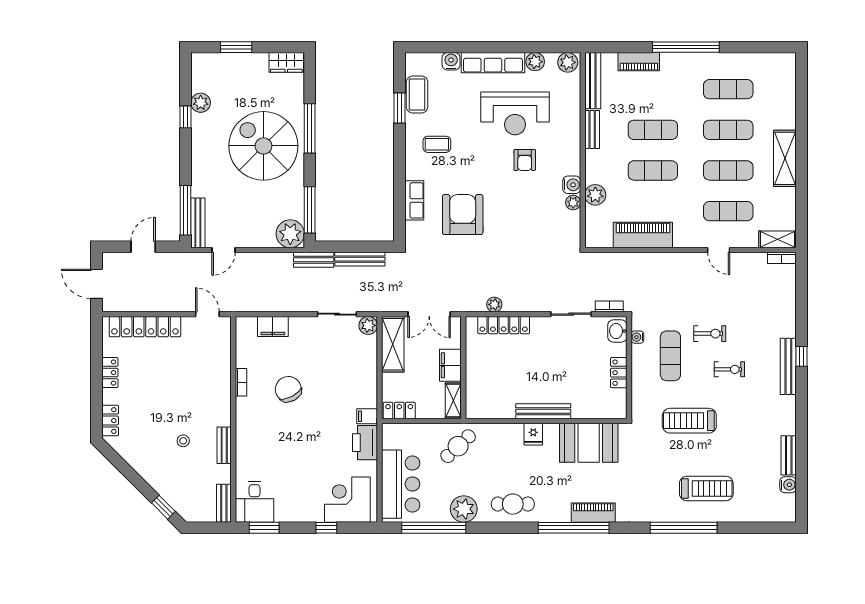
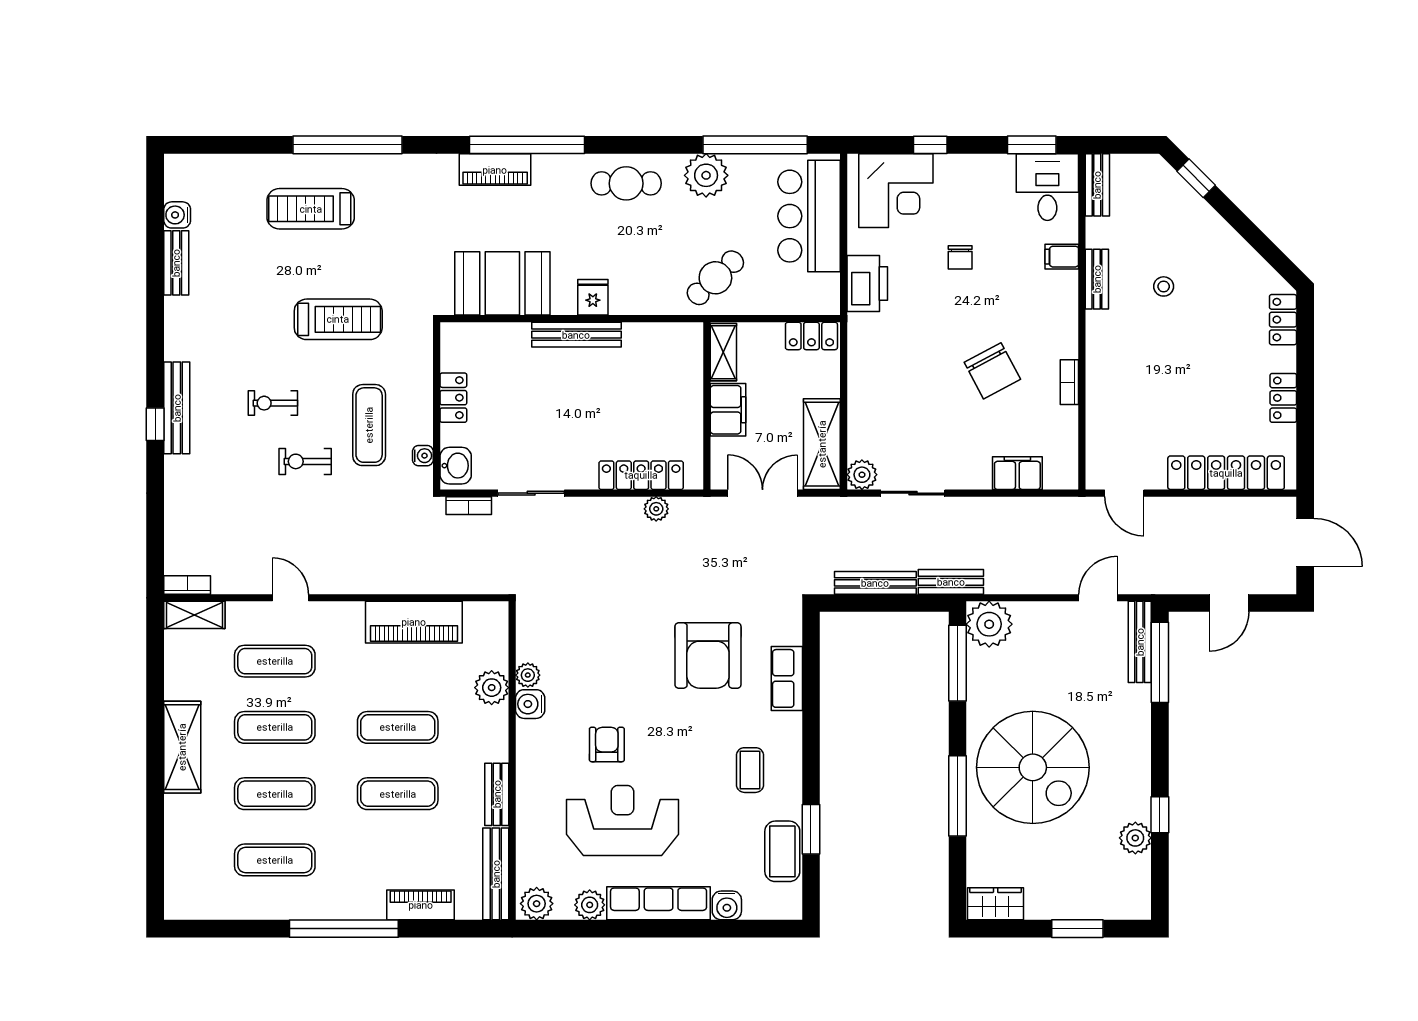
coffee table: (437, 144) -> (750, 770), turned 90
filing cabinet: (367, 416) -> (1062, 257), moved, turned 180
chair: (308, 459) -> (960, 257), added

